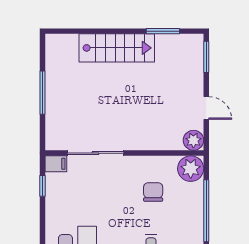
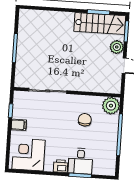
stairs: (117, 48) -> (100, 23), moved
plant: (193, 140) -> (117, 47), moved
filing cabinet: (56, 164) -> (19, 125), moved

